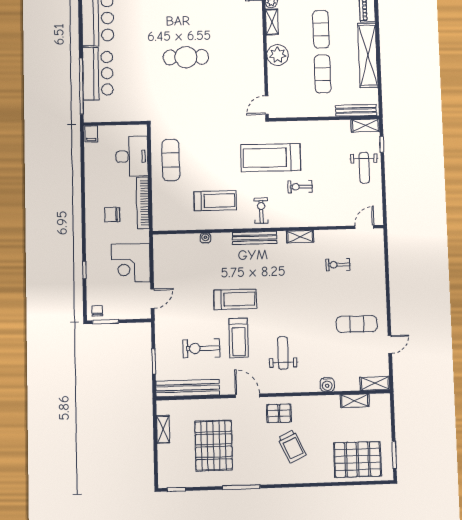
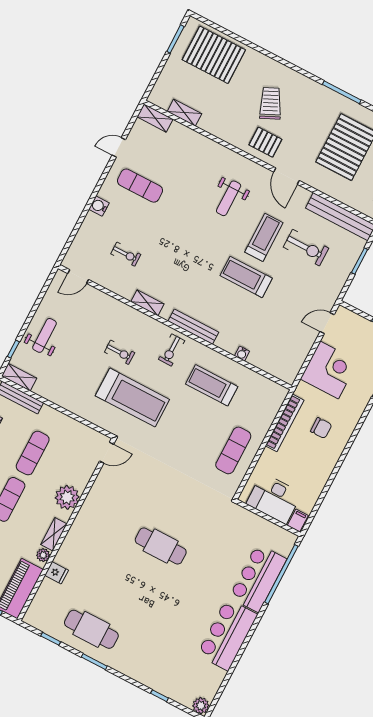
desk: (132, 156) -> (274, 498), moved, turned -90
water cooler: (327, 385) -> (99, 206), moved, turned -90

